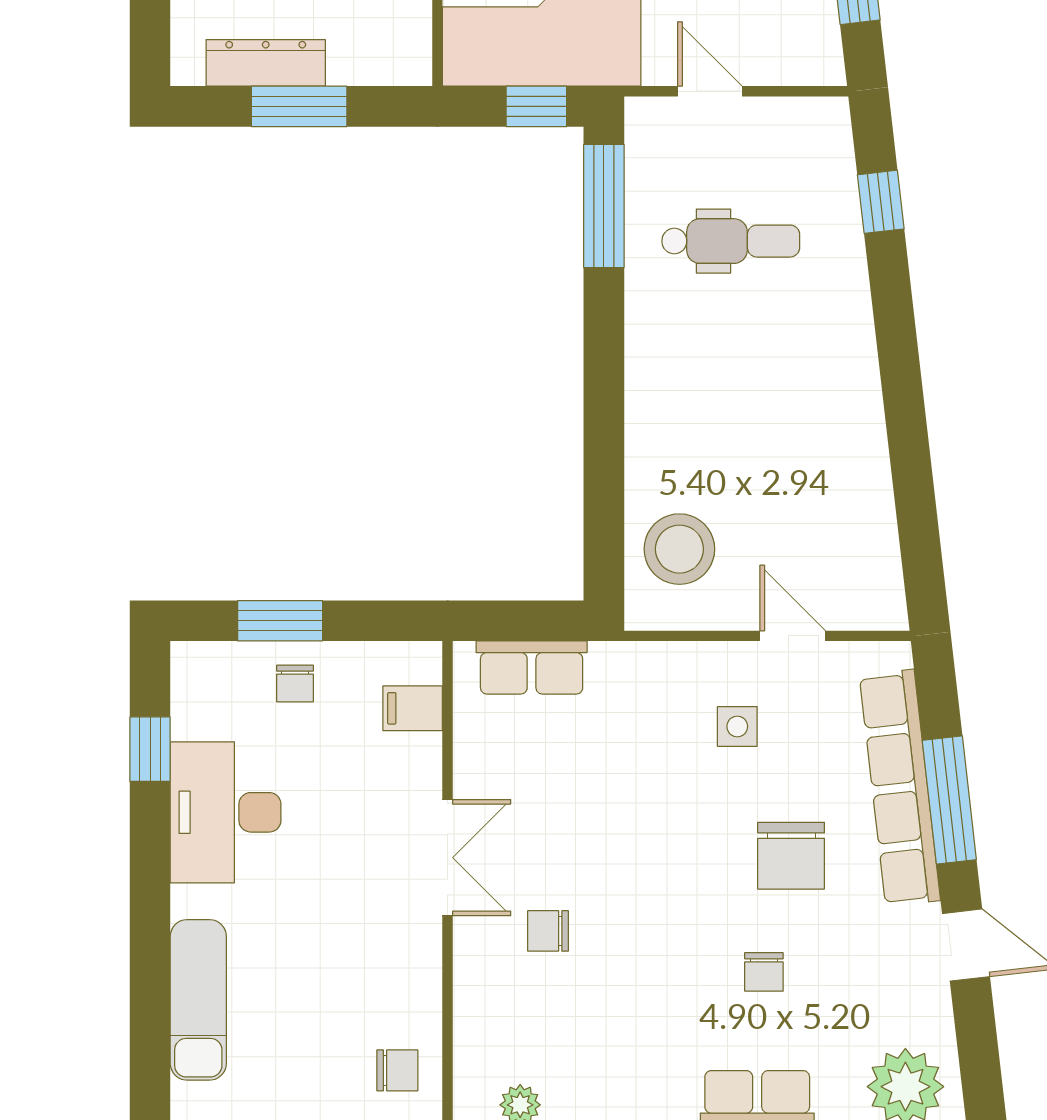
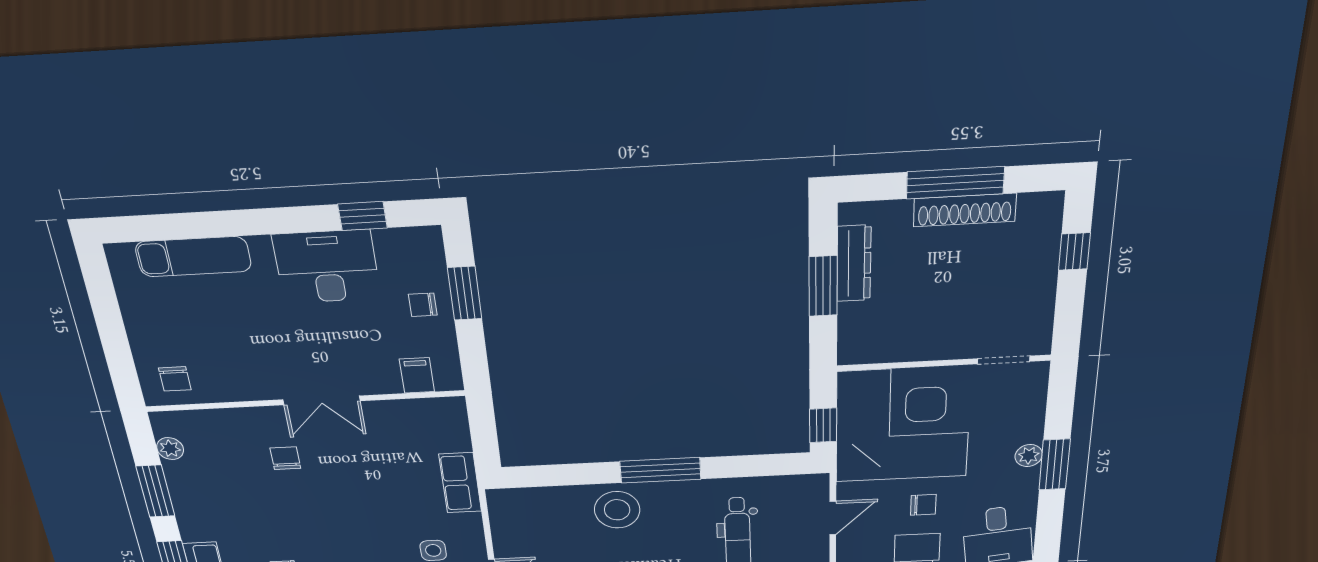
window: (604, 206) -> (660, 470), moved
stool: (679, 549) -> (617, 510), moved
row of seats: (532, 667) -> (460, 483), moved

